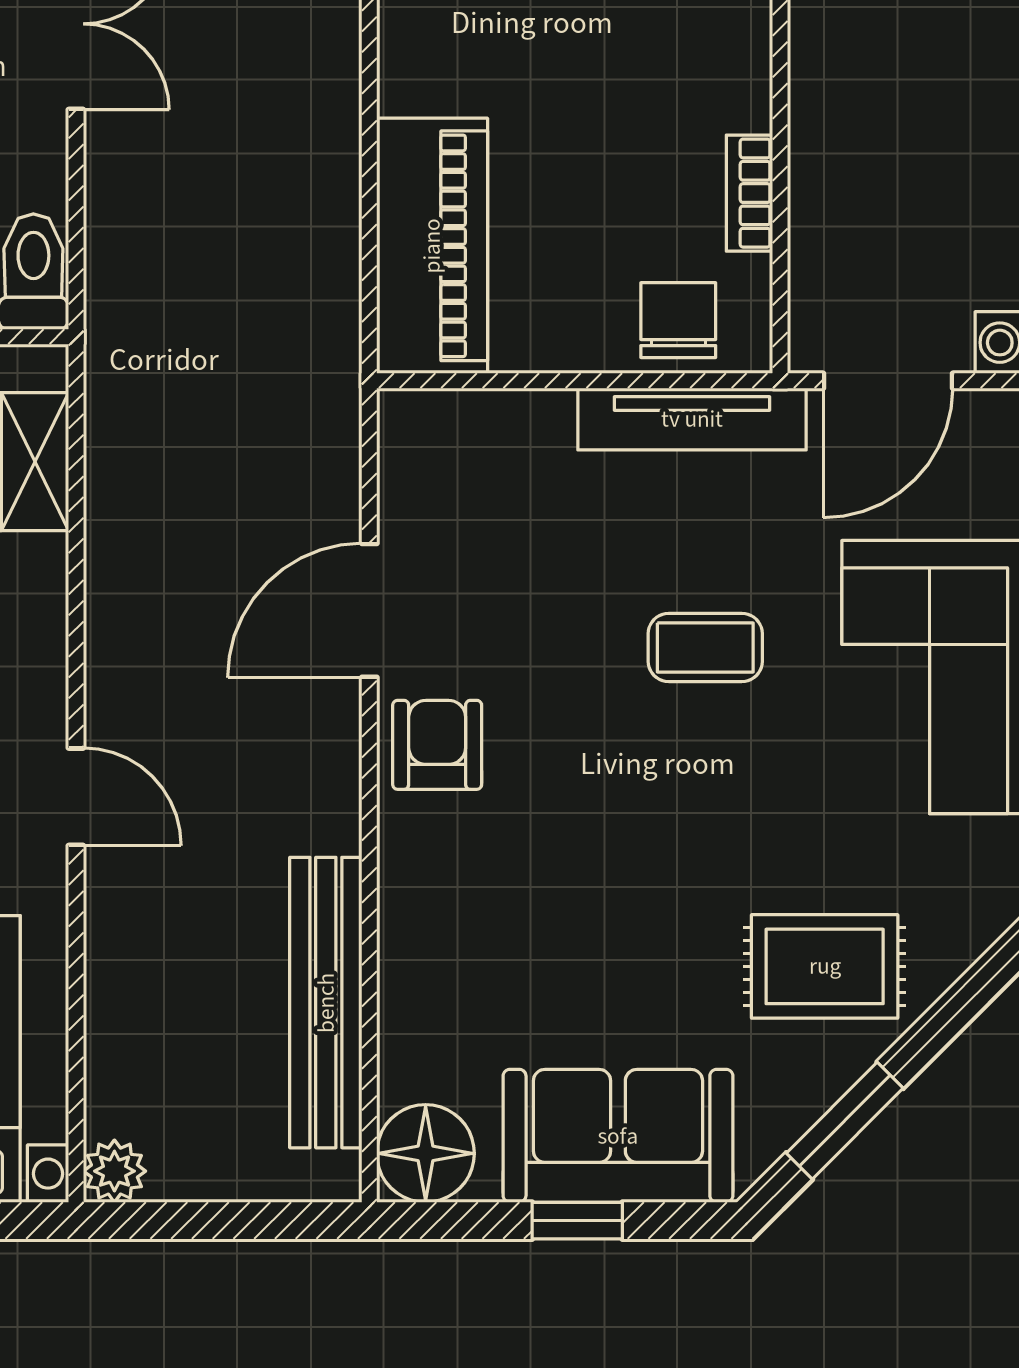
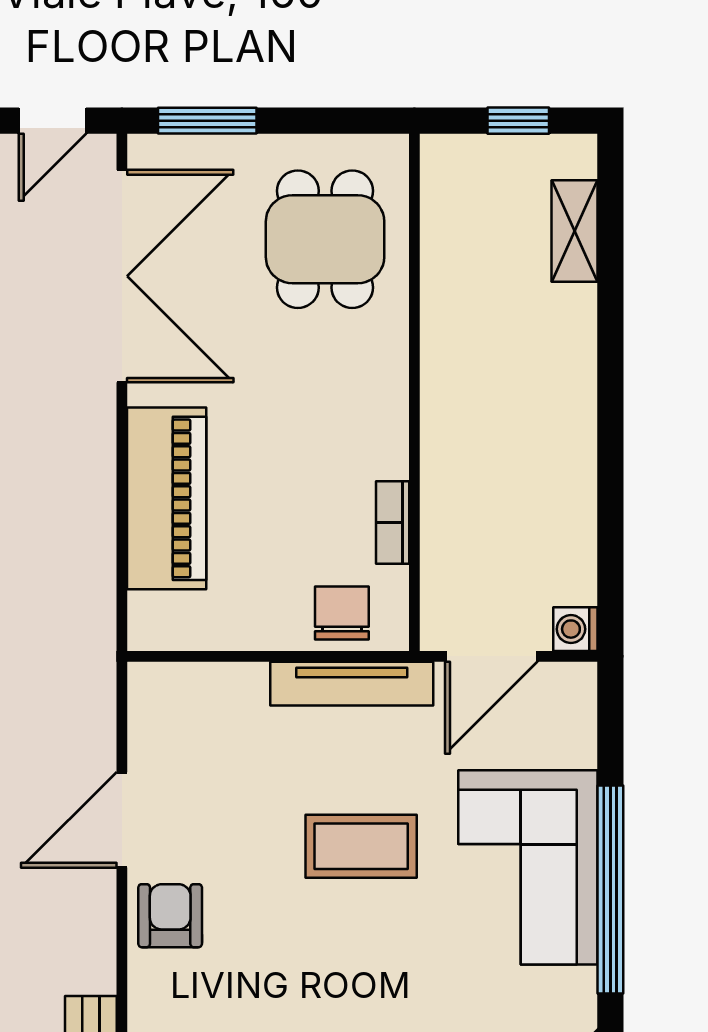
piano: (432, 246) -> (167, 498), moved
coffee table: (705, 647) -> (361, 846), width x1.36, depth x1.30

